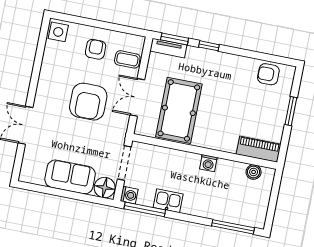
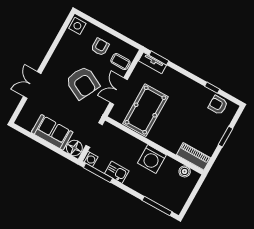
window: (209, 46) -> (212, 88), moved
armchair: (88, 102) -> (83, 83), turned -63
washing machine: (208, 163) -> (152, 159), width x1.89, depth x1.89

